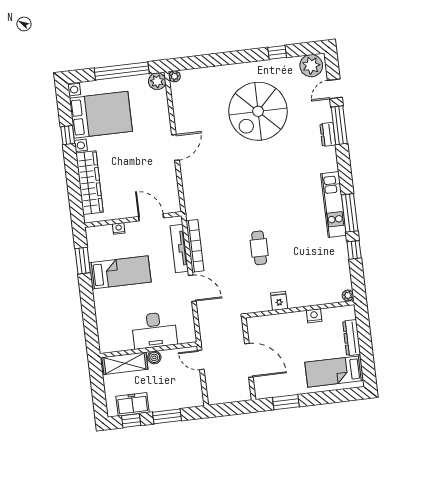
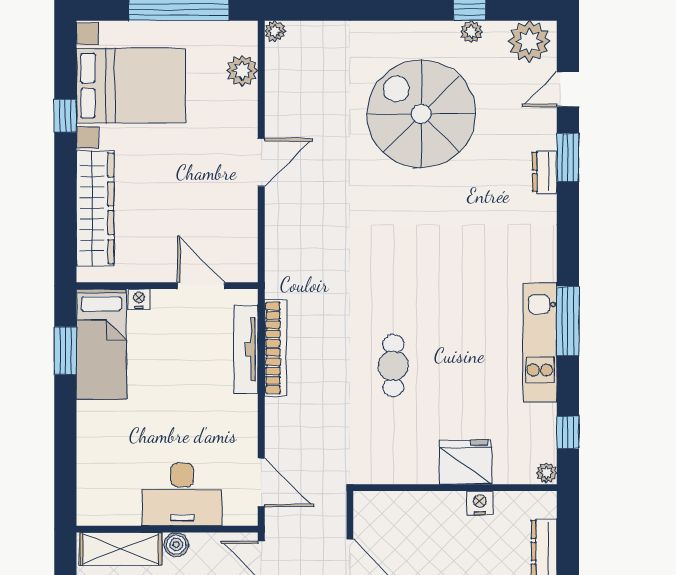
plant: (280, 64) -> (471, 32), added
plant: (157, 81) -> (242, 71), moved
spiral stairs: (258, 111) -> (421, 114), turned 90
window: (339, 125) -> (568, 157), width x0.69
kitchen unit: (334, 204) -> (540, 342), moved
window: (354, 250) -> (568, 432), moved
bed: (120, 272) -> (101, 344), moved, turned 90
door: (192, 288) -> (261, 482), moved
fridge: (279, 301) -> (466, 462), moved, width x1.88, depth x1.34

